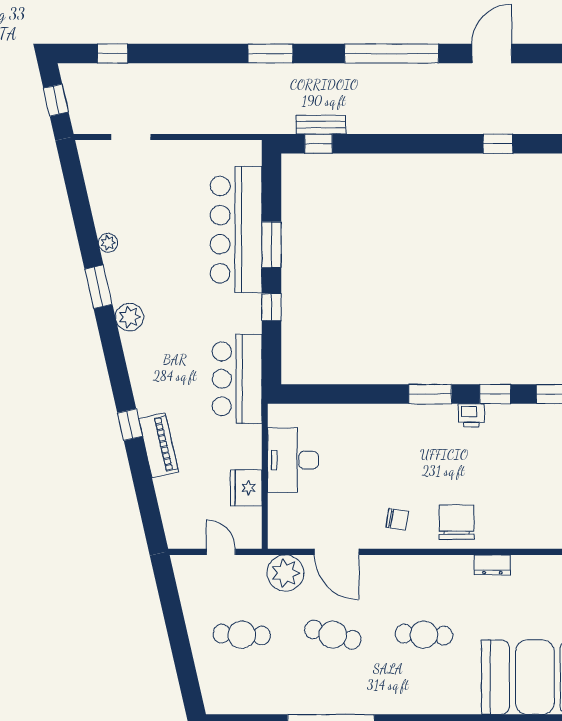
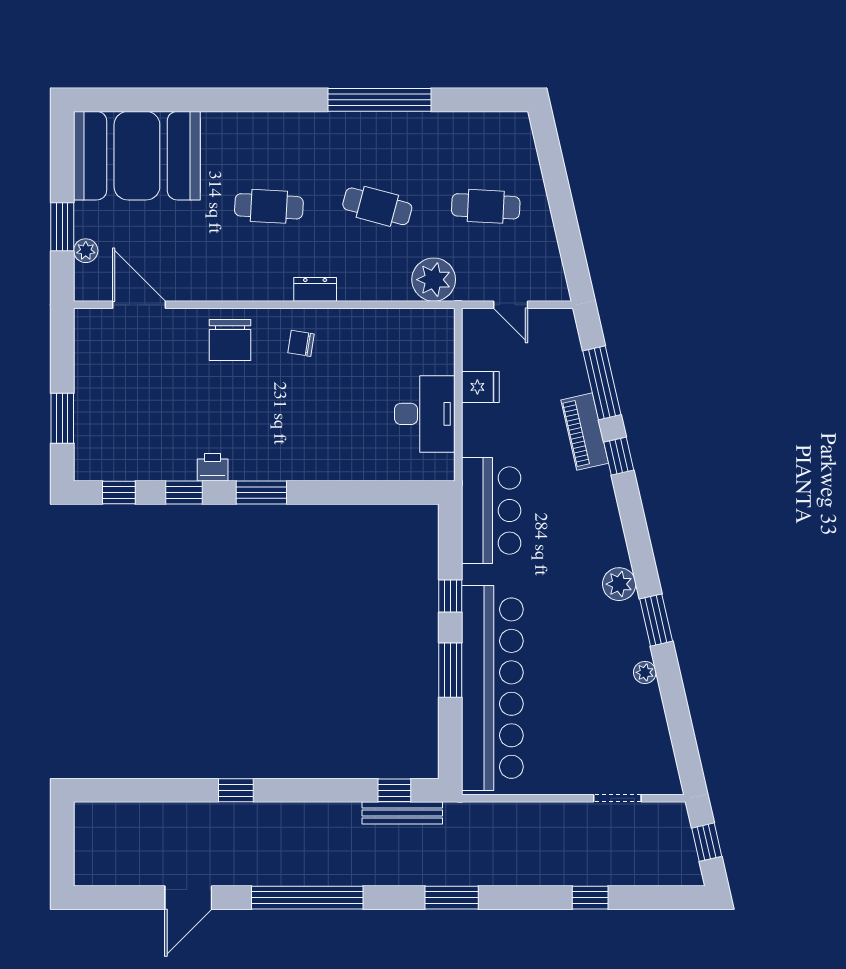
window: (113, 54) -> (590, 898), moved
bench: (321, 125) -> (402, 813), width x1.36
window: (498, 144) -> (236, 790), moved
bar counter: (236, 230) -> (492, 688), width x1.36
window: (144, 486) -> (602, 383), added
fridge: (246, 488) -> (480, 387), width x0.72
door: (336, 552) -> (139, 305), moved
dresser: (492, 565) -> (315, 289), moved

